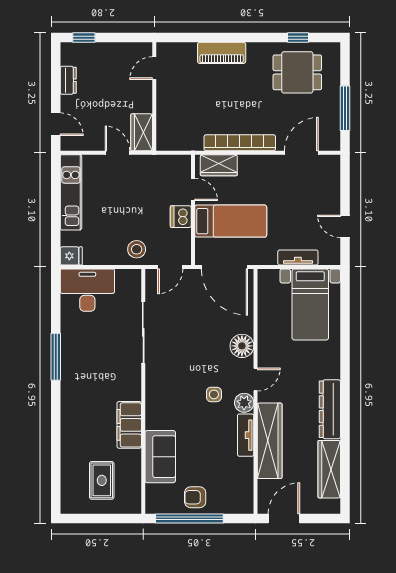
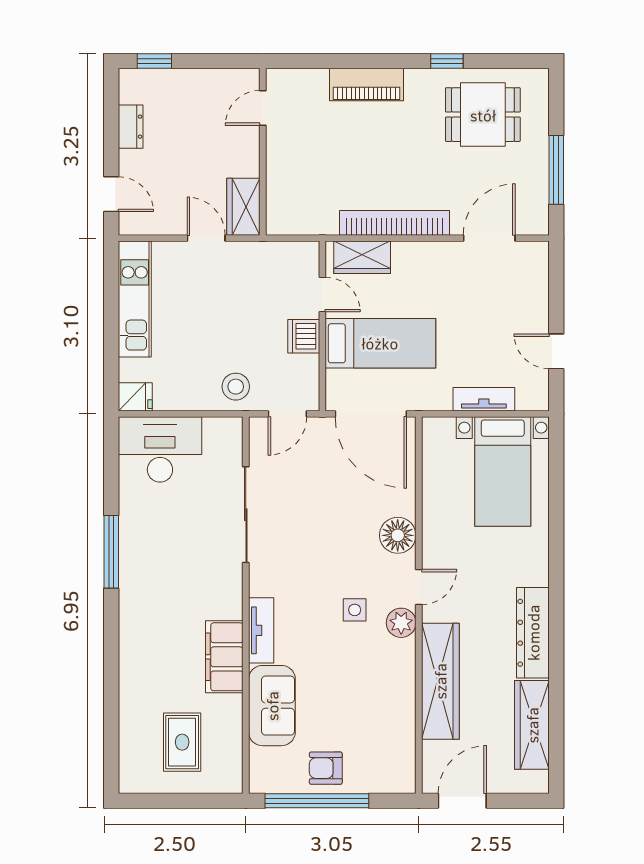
window: (298, 38) -> (447, 61), moved
tv unit: (246, 435) -> (261, 630), moved, turned 180

